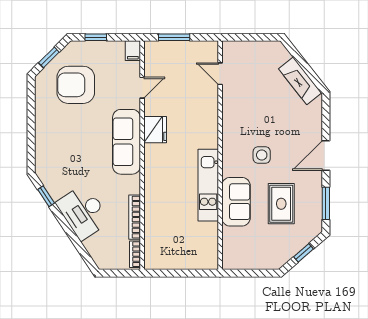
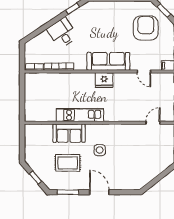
fireplace: (300, 81) -> (148, 175), removed
fridge: (155, 130) -> (104, 80), moved
desk: (83, 212) -> (62, 33), width x0.73

